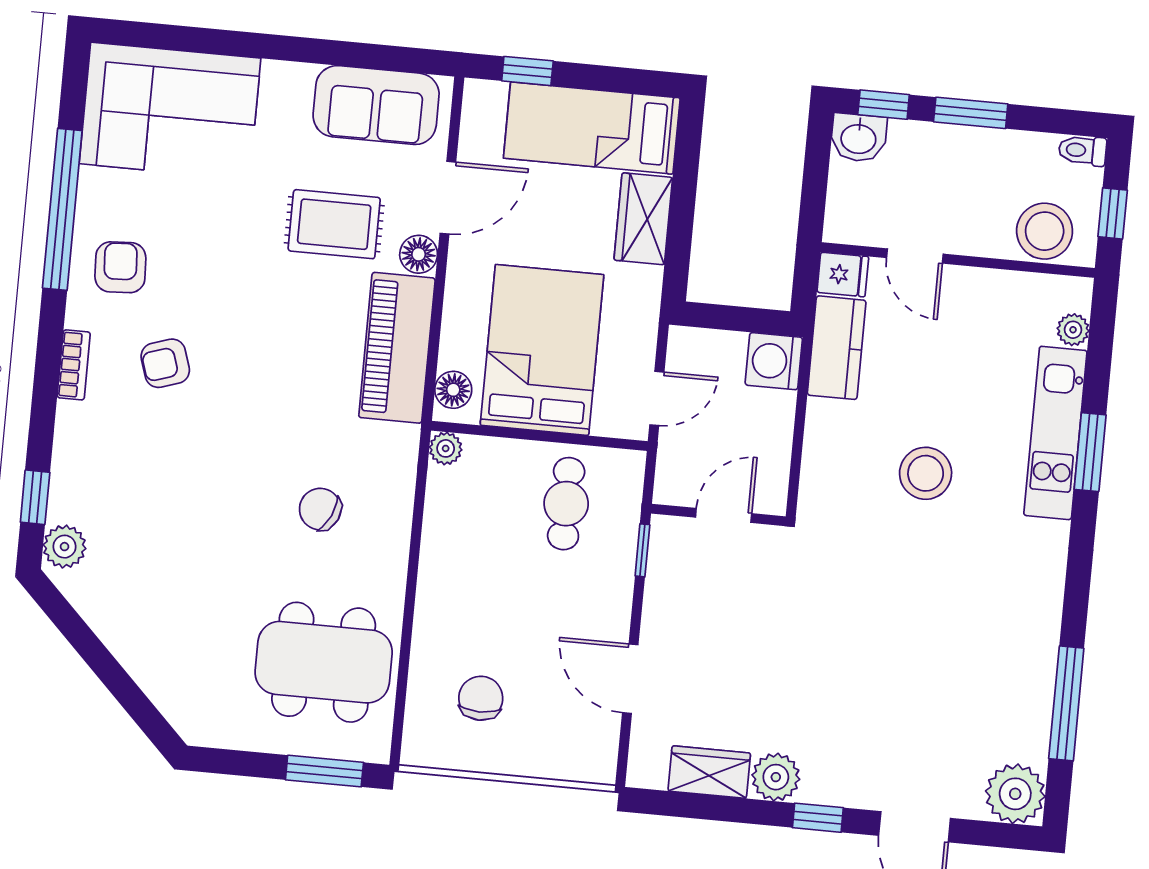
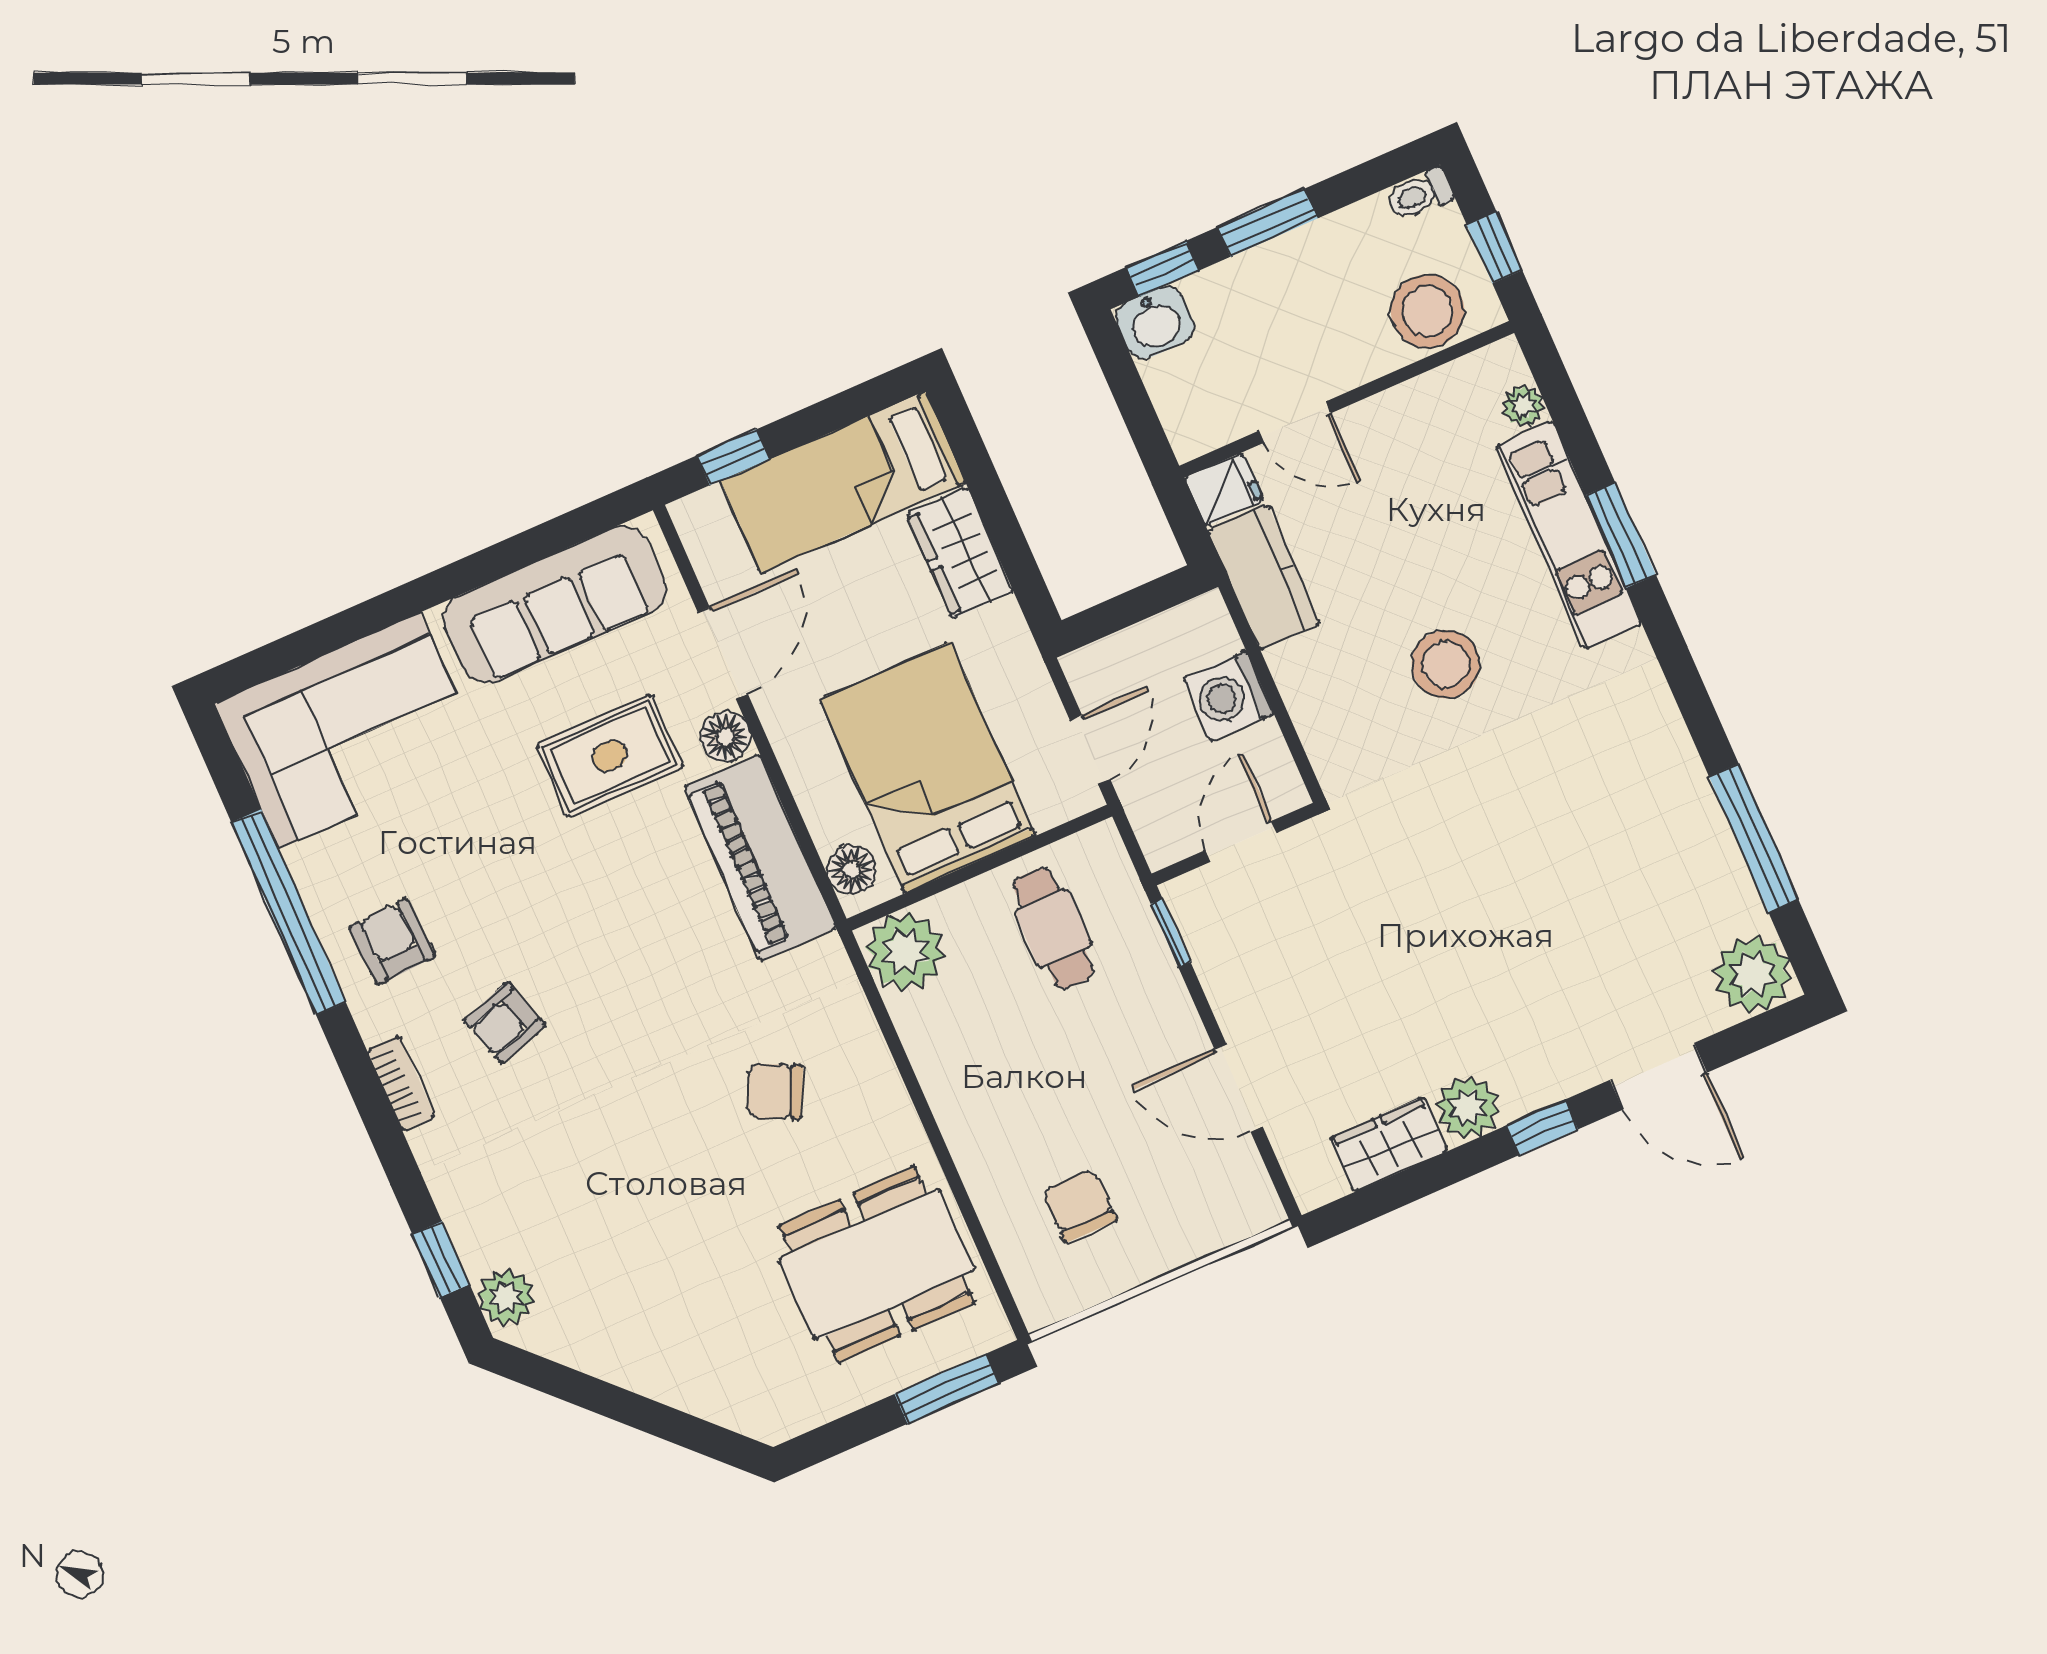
sofa: (376, 105) -> (555, 605), width x1.36
washing machine: (774, 361) -> (1228, 696), moved
plant: (446, 448) -> (905, 951), width x1.87, depth x1.87

